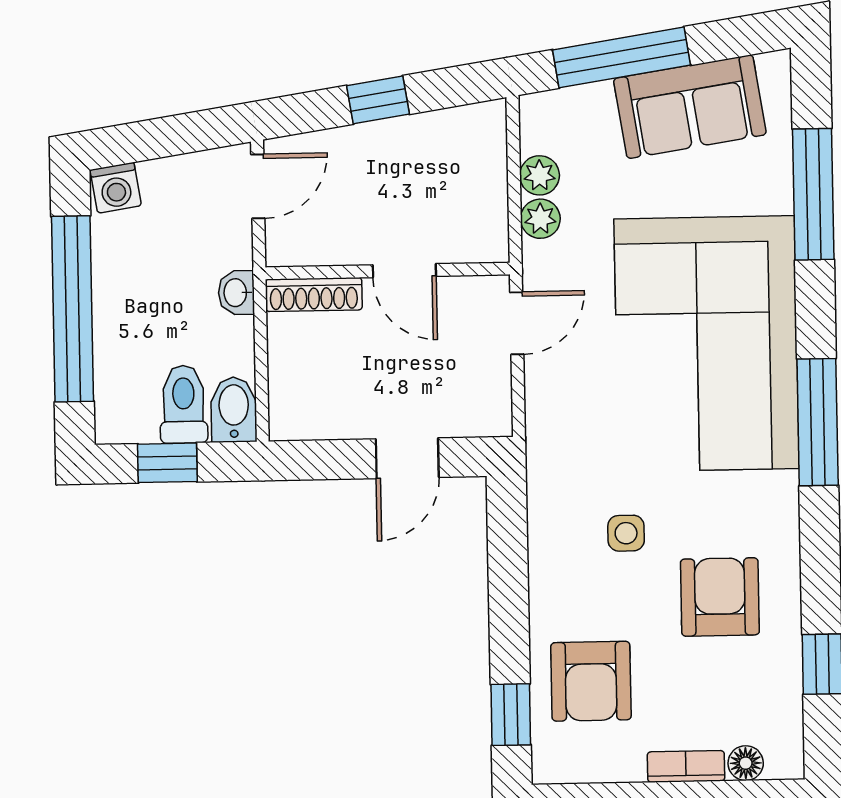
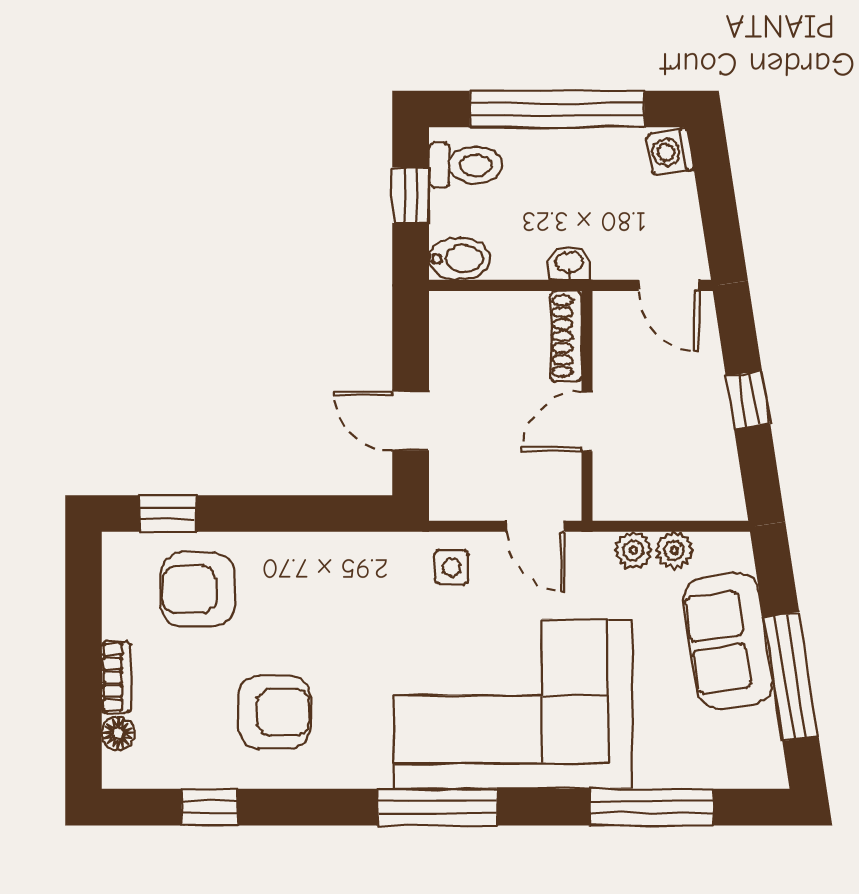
window: (621, 57) -> (791, 677), moved
sofa: (690, 107) -> (728, 641), moved
toilet: (184, 404) -> (465, 165), moved
side table: (626, 533) -> (452, 567), moved

